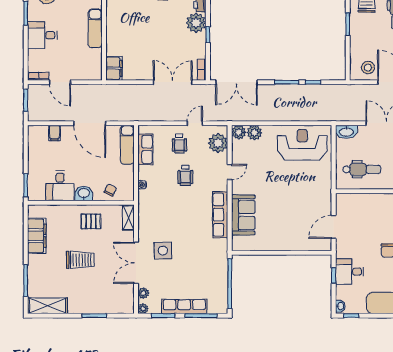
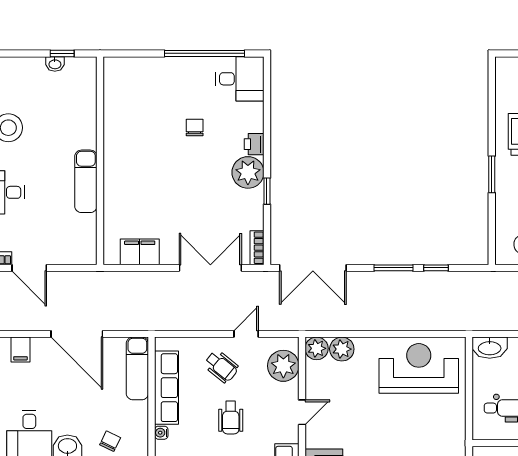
filing cabinet: (114, 68) -> (140, 252), moved, turned -90
wheelchair: (179, 143) -> (221, 366), turned -50
row of seats: (145, 149) -> (166, 388), width x1.48

